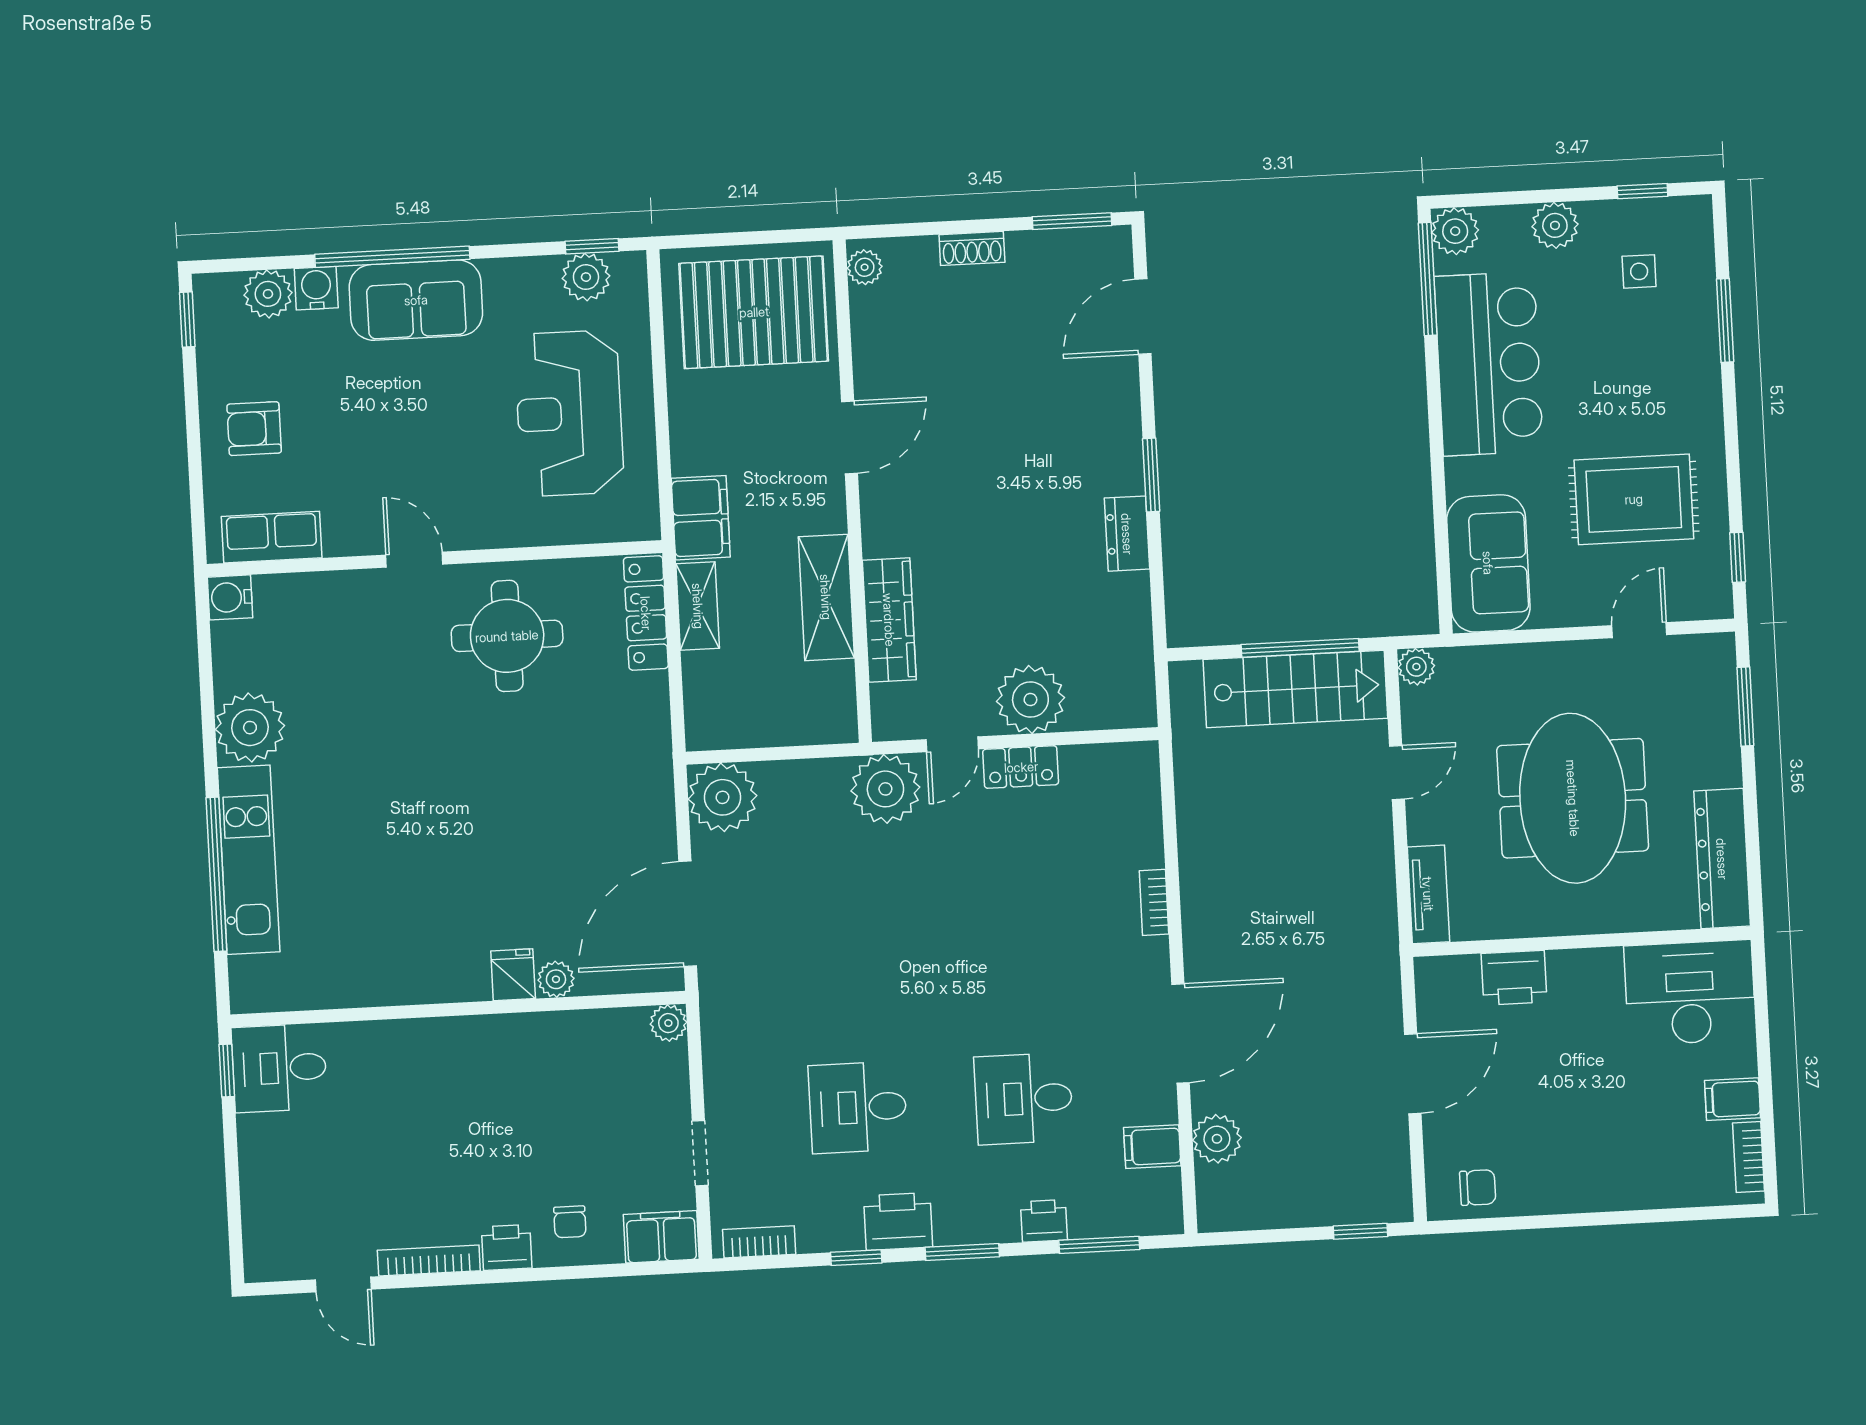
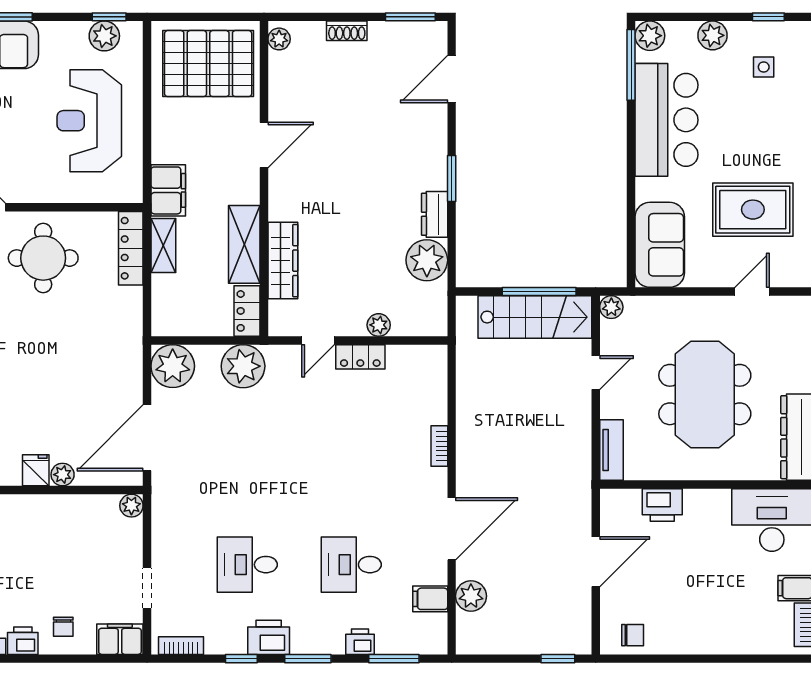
plant: (1119, 607) -> (427, 260), added
plant: (1030, 699) -> (379, 325), width x0.53, depth x0.53
locker: (836, 703) -> (247, 311), added
plant: (885, 789) -> (243, 366), moved

